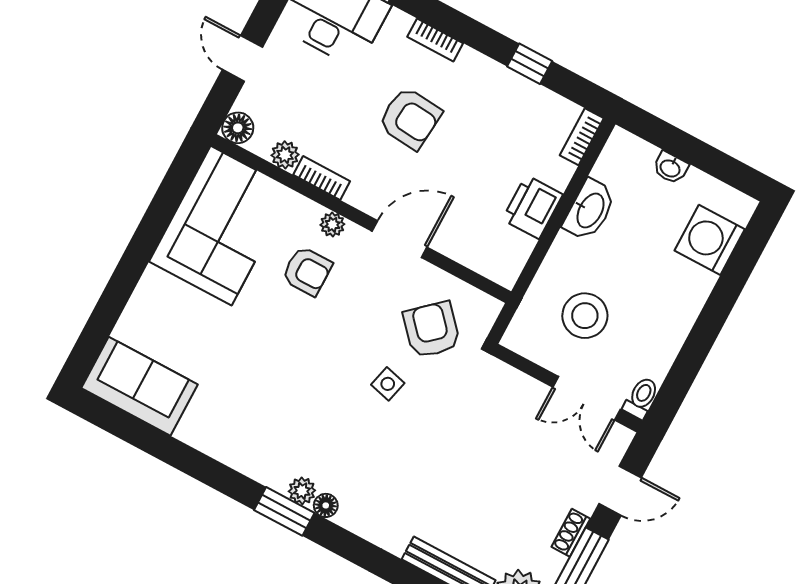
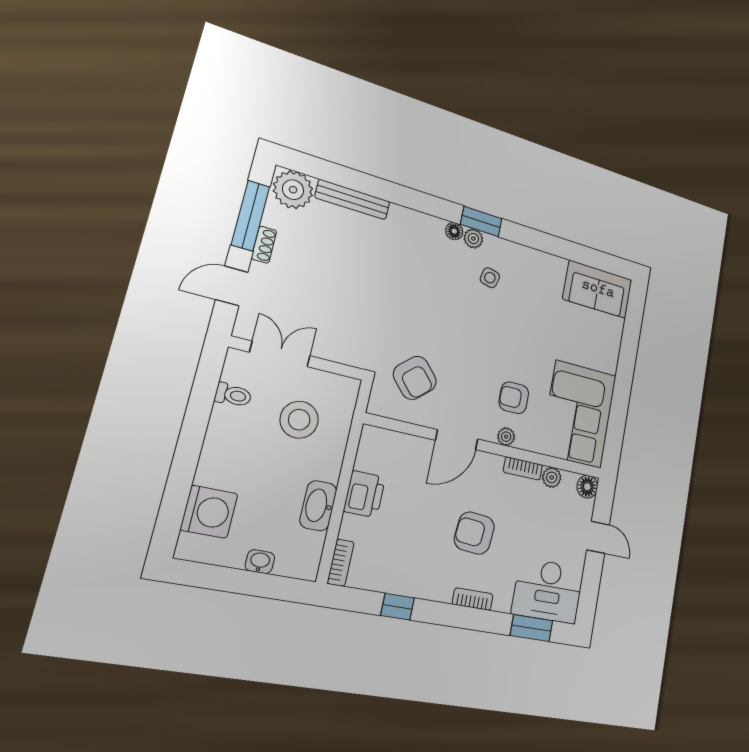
side table: (388, 384) -> (490, 278), moved
toilet: (641, 398) -> (233, 395), moved, turned -90

